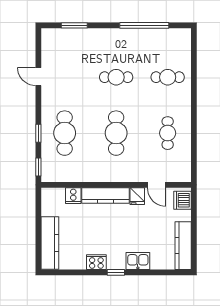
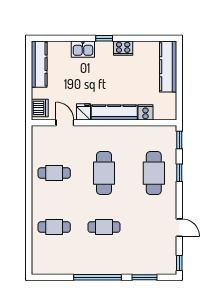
window: (144, 25) -> (97, 277), moved
window: (38, 40) -> (179, 263), added
cafe table: (168, 133) -> (54, 173), turned 90

